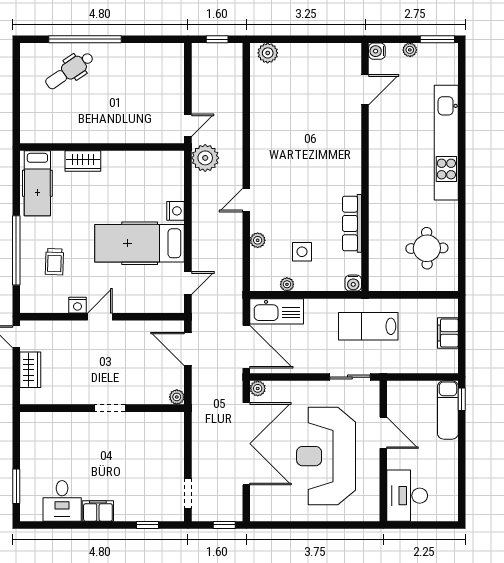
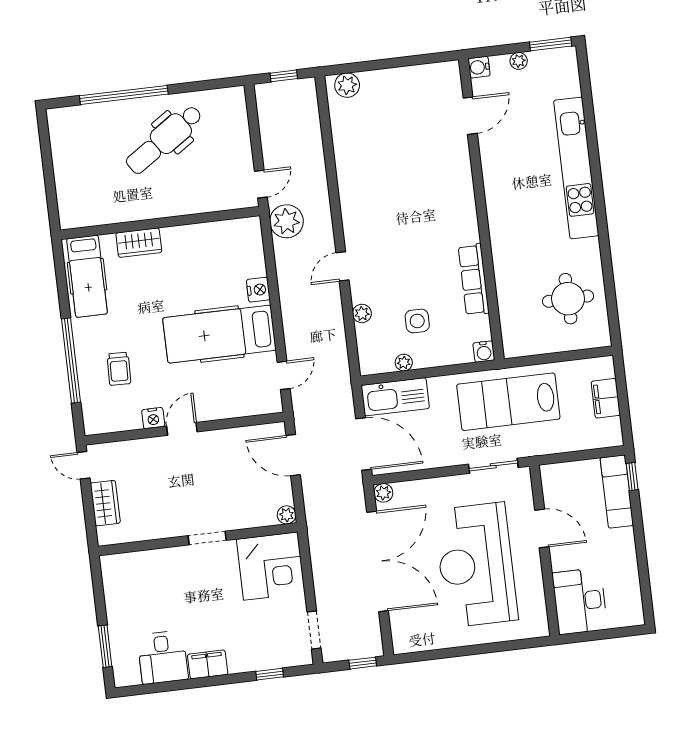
dental chair: (70, 71) -> (164, 139), moved, width x1.36, depth x1.38
lab bench: (368, 326) -> (508, 402), width x1.36, depth x1.39
corner desk: (159, 437) -> (271, 566), added

